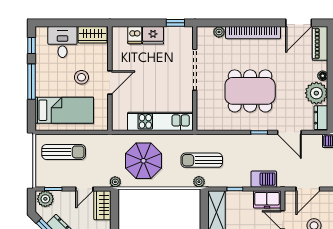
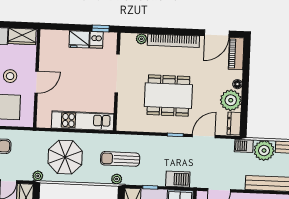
dishwasher: (135, 35) -> (96, 40), moved
door: (289, 132) -> (204, 136), swing flipped

